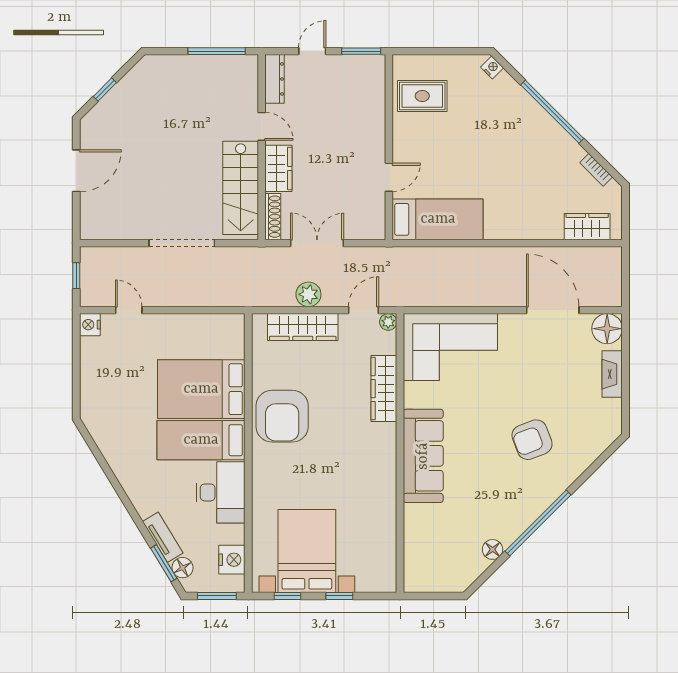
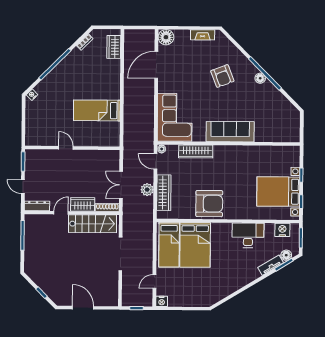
rug: (422, 96) -> (46, 131), removed
door: (389, 177) -> (66, 148), moved
bed: (438, 219) -> (97, 110), moved, turned -90
fireplace: (612, 374) -> (203, 35), moved
bed: (201, 440) -> (169, 245), moved
floor lamp: (493, 549) -> (260, 78), moved

